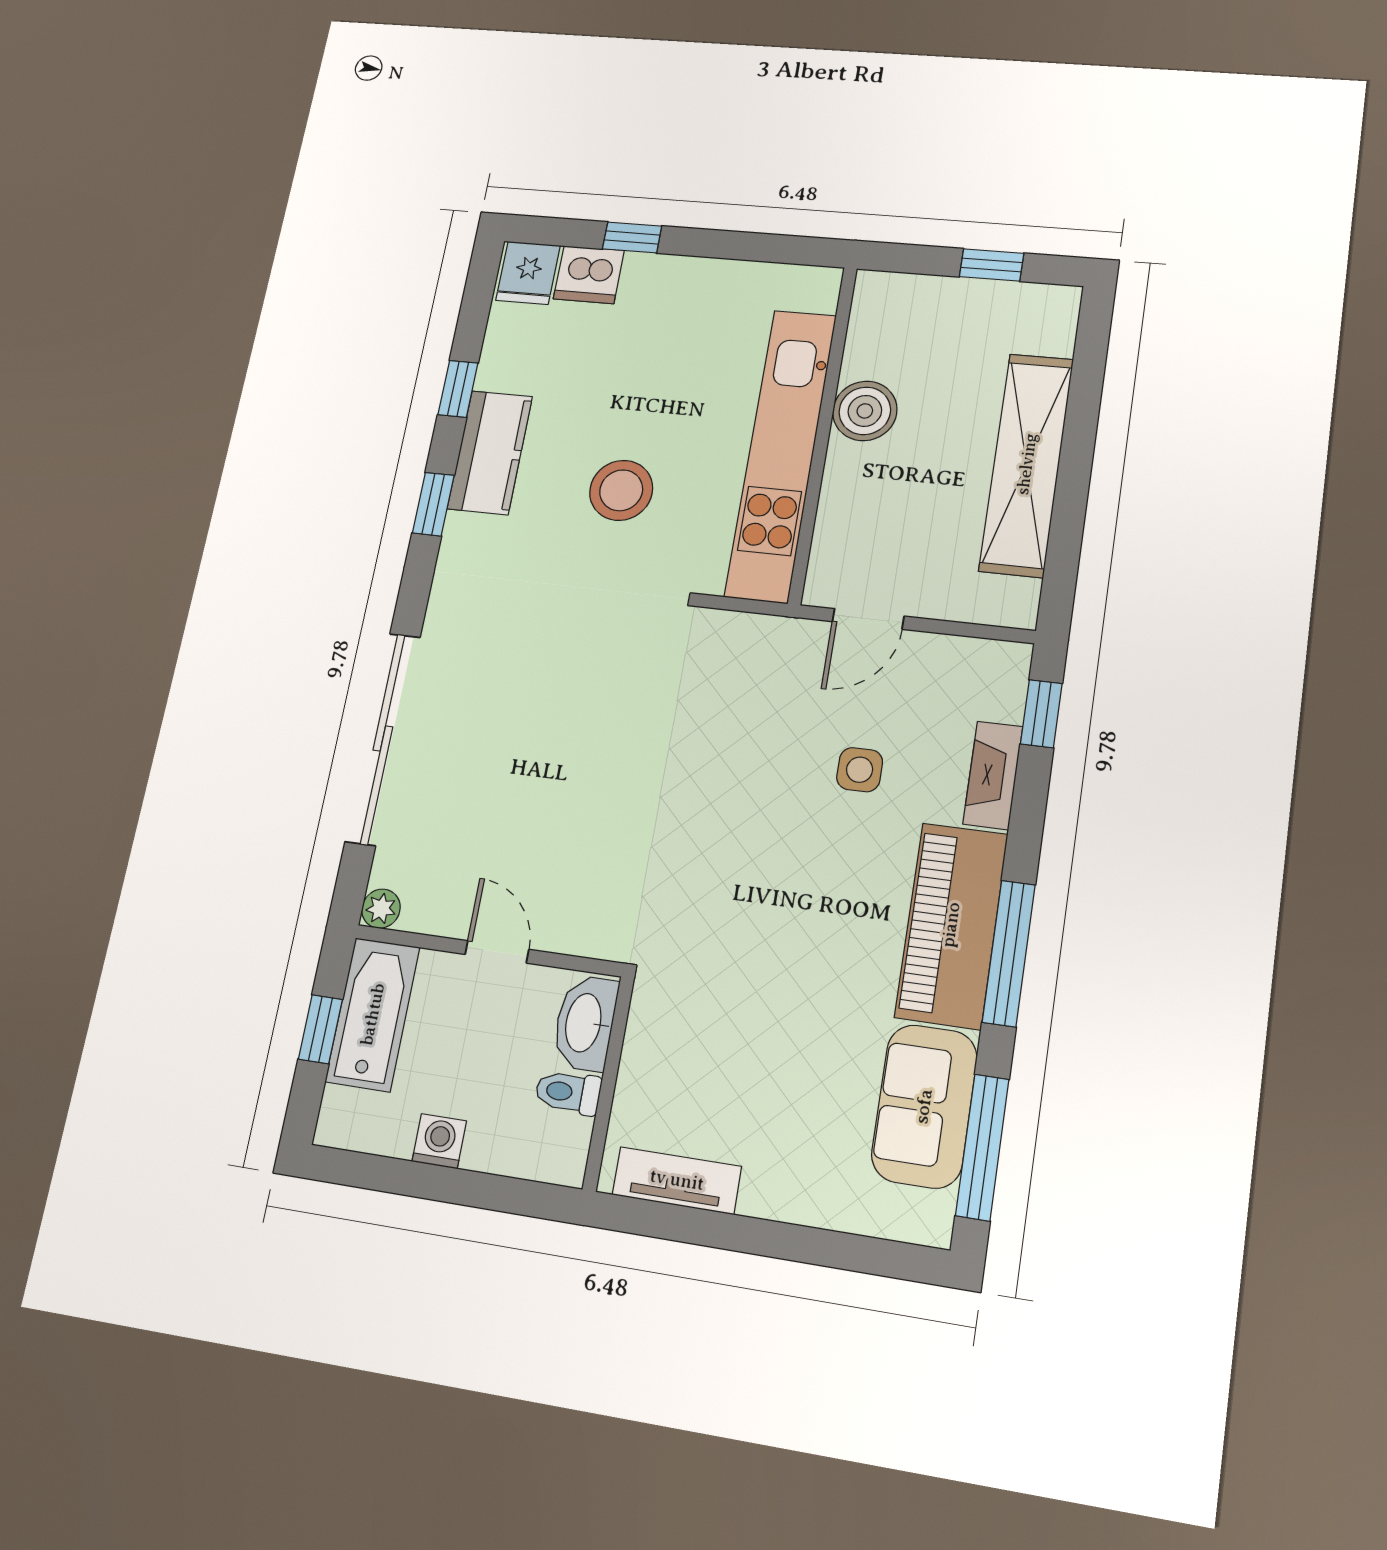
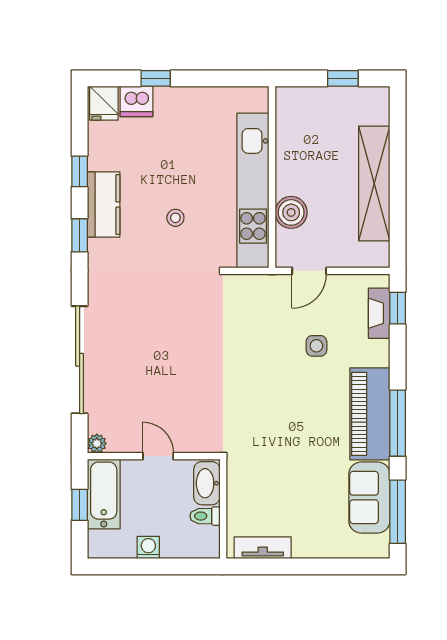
boiler: (865, 411) -> (291, 212), moved
stool: (621, 490) -> (175, 218), width x0.53, depth x0.53
fireplace: (993, 775) -> (379, 313), moved

